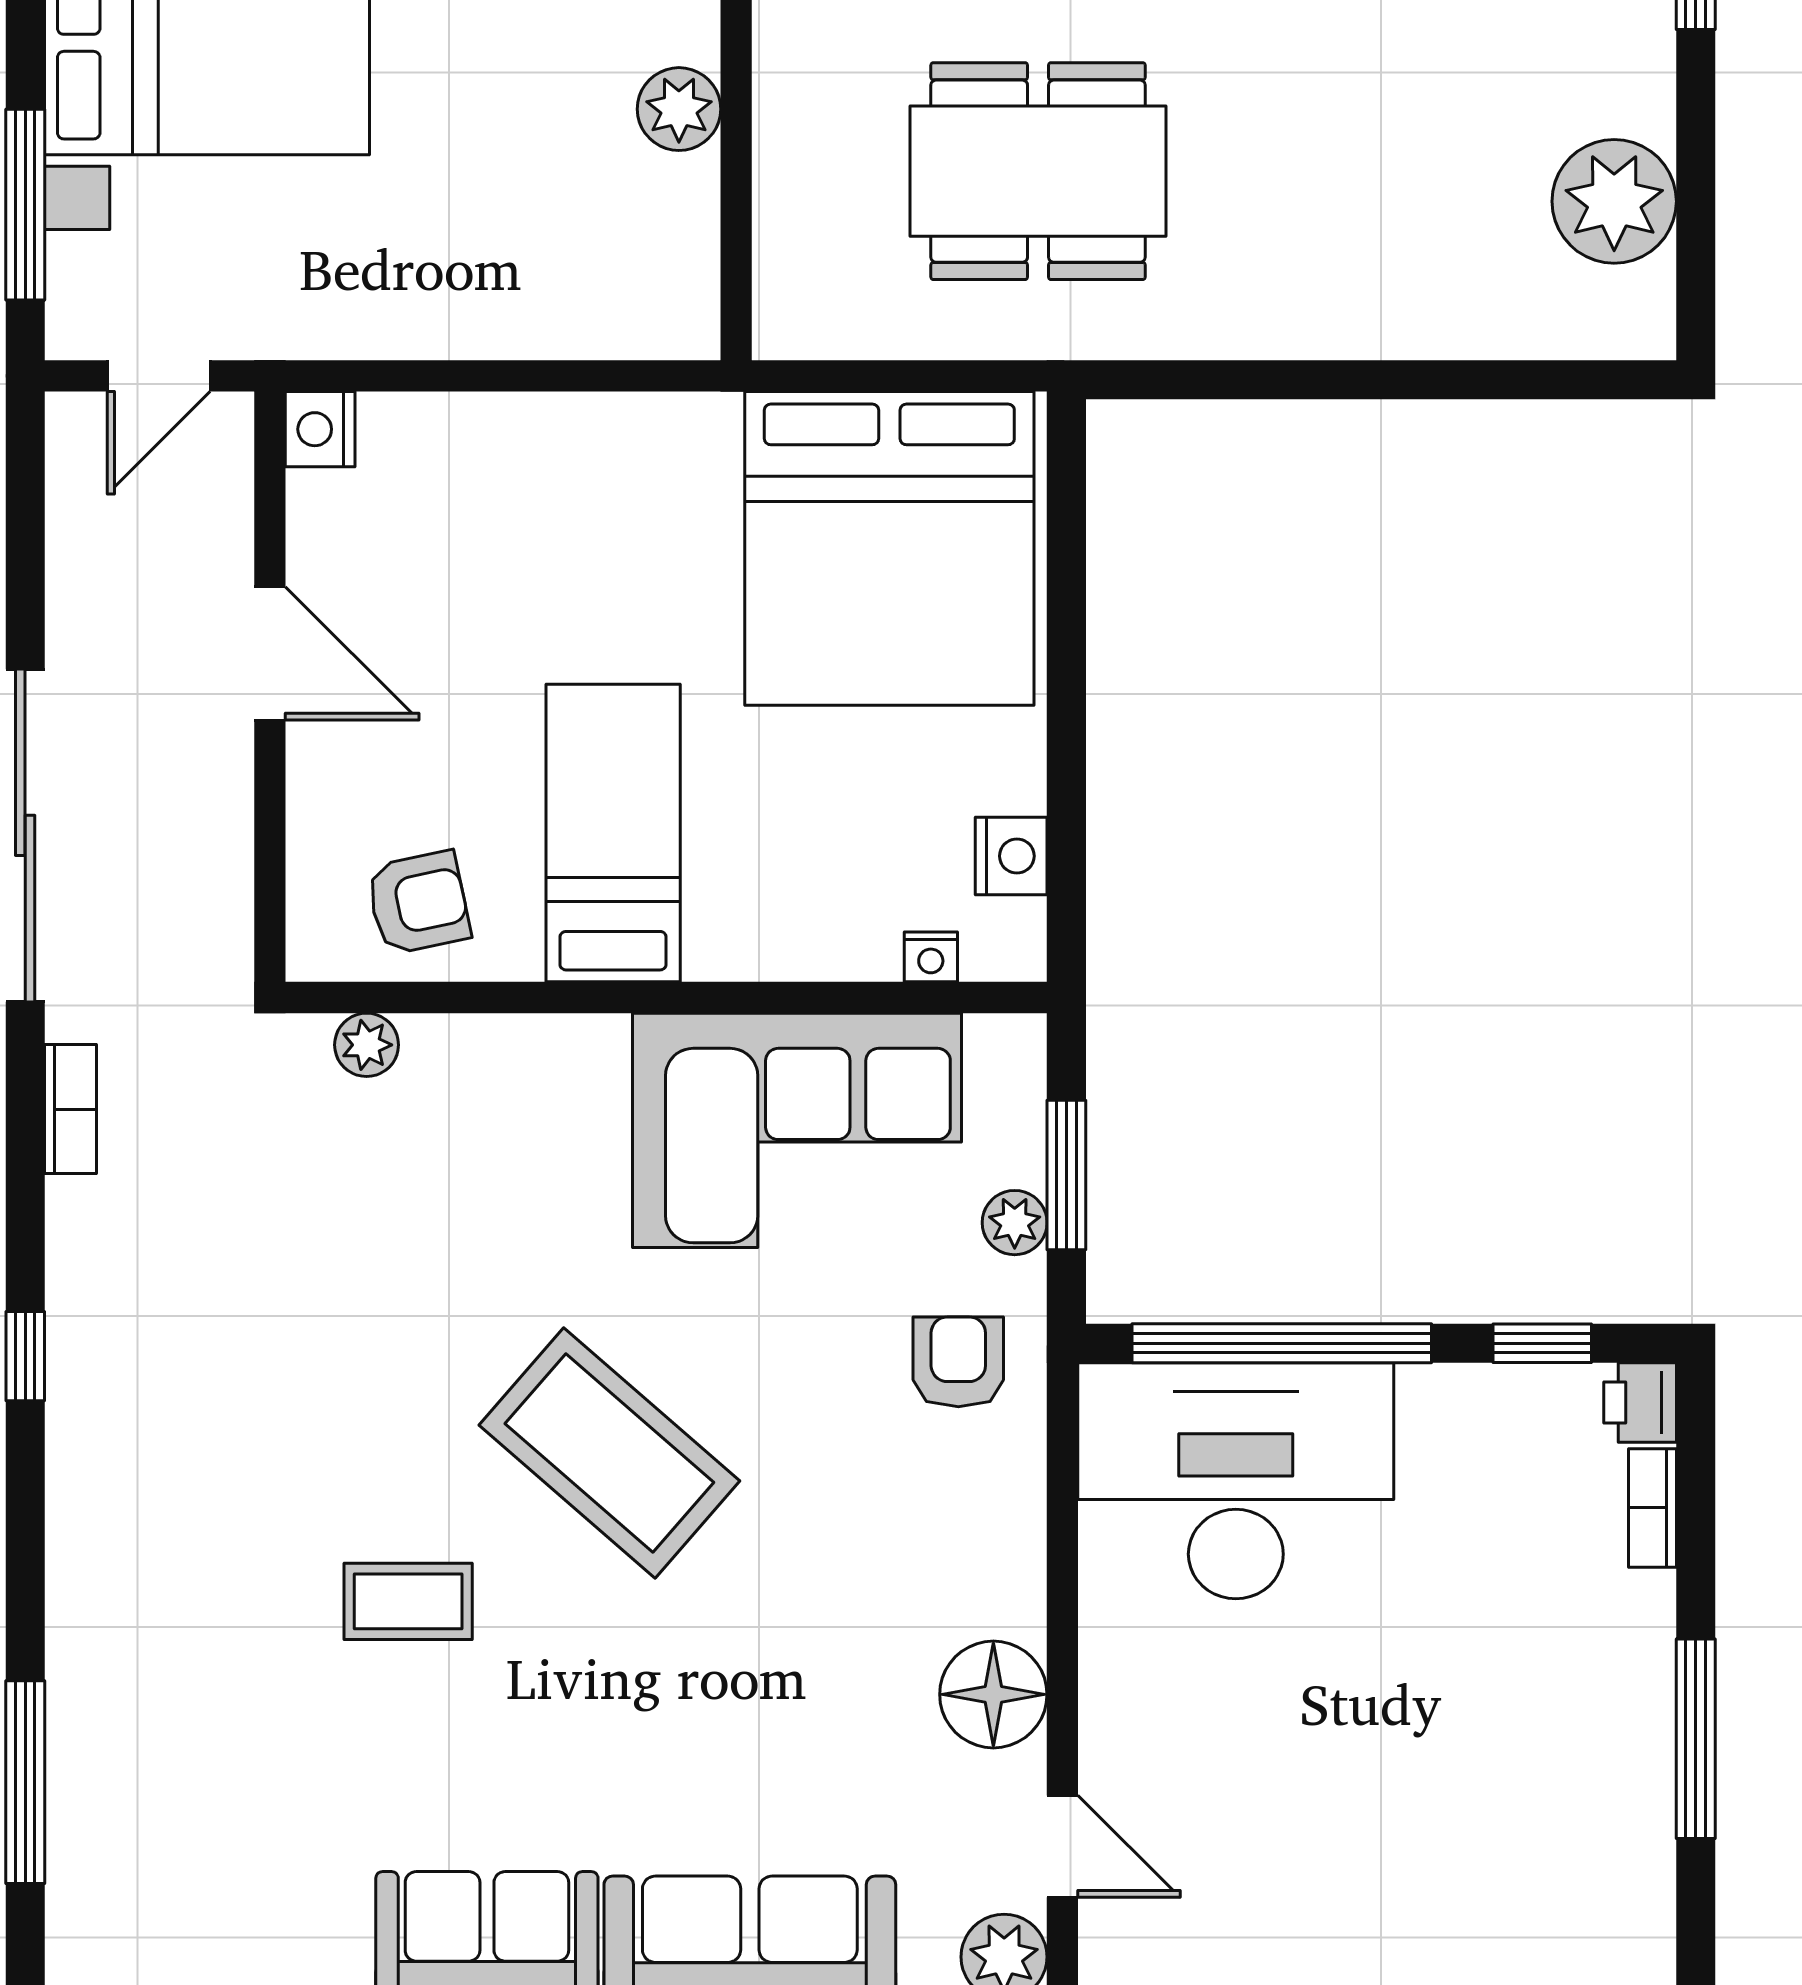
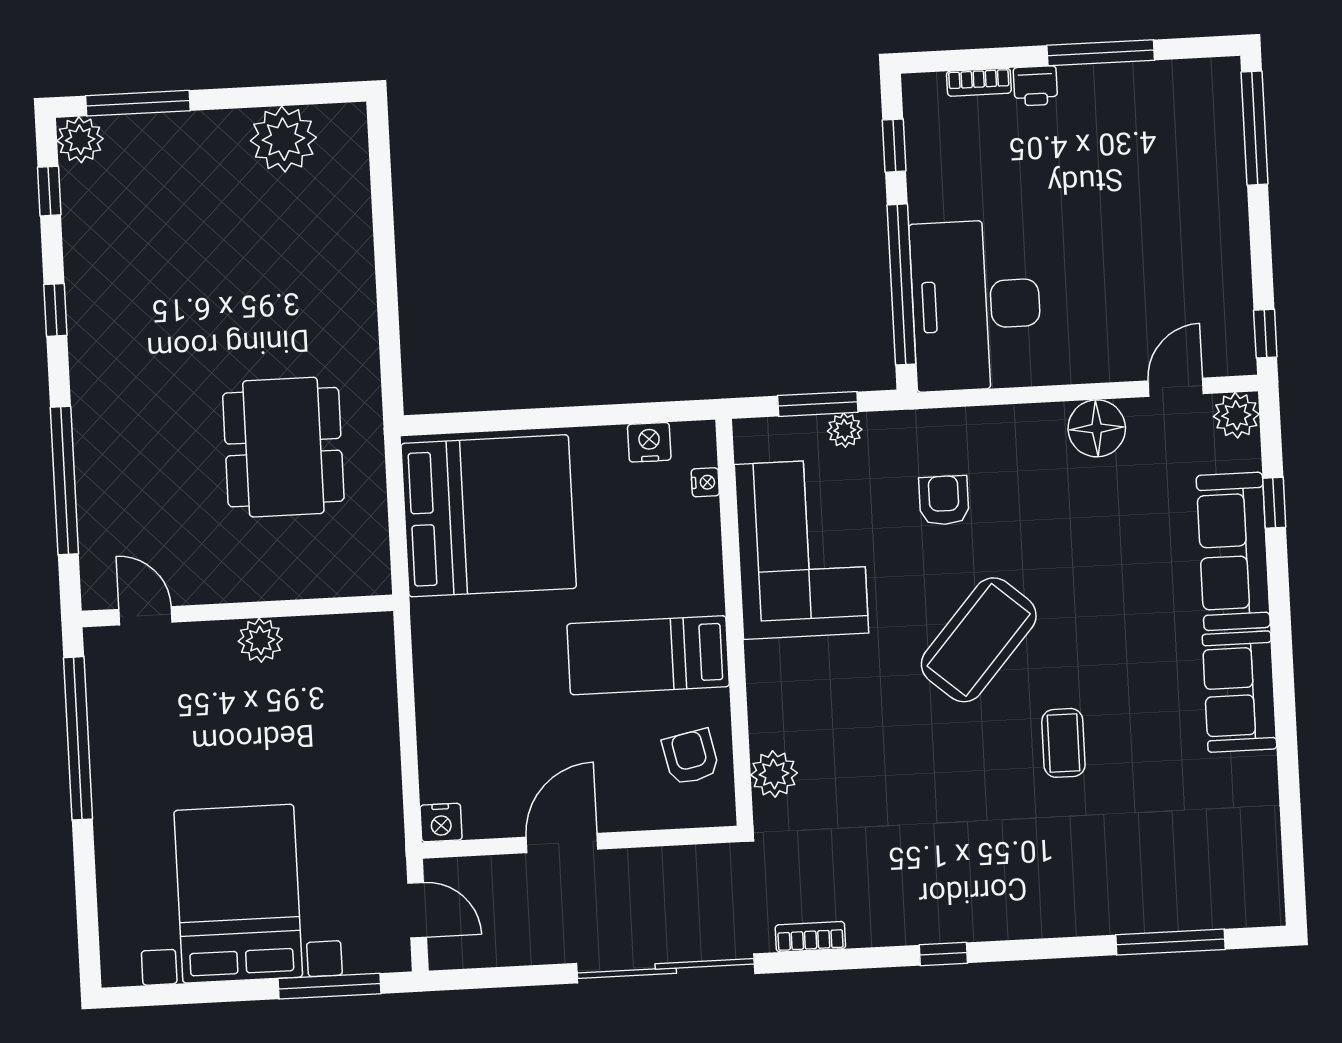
plant: (367, 1045) -> (774, 774), width x1.38, depth x1.38
armchair: (958, 1362) -> (944, 500), moved, turned 90
printer: (1640, 1403) -> (1035, 86), moved

